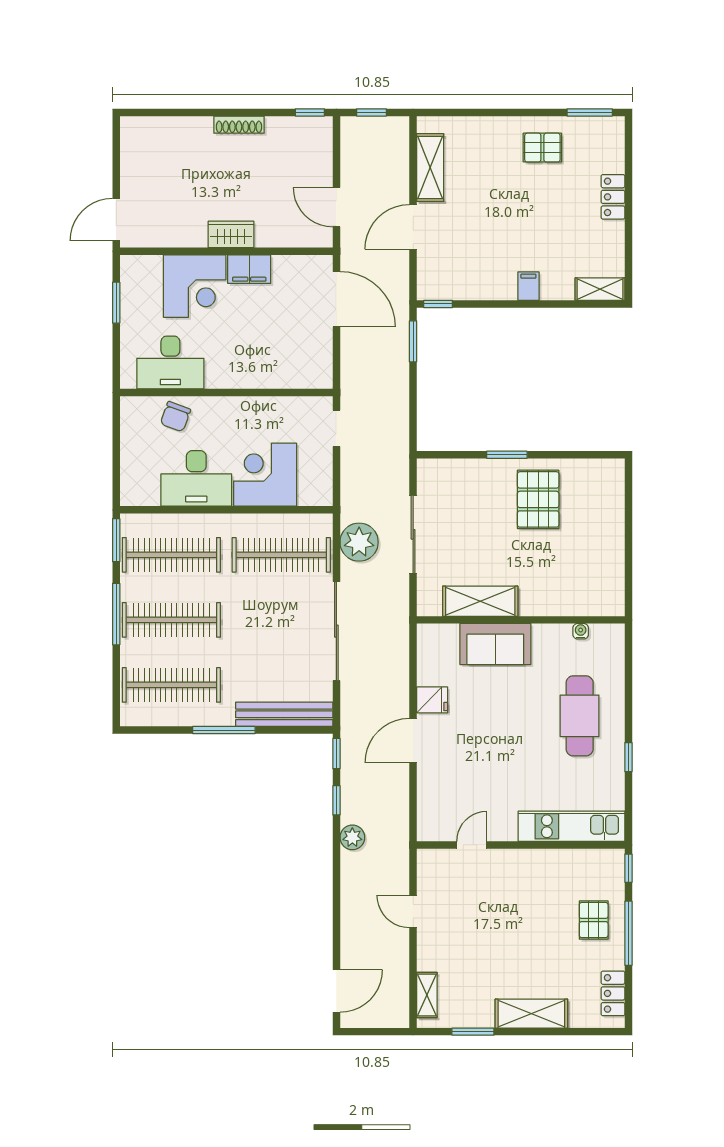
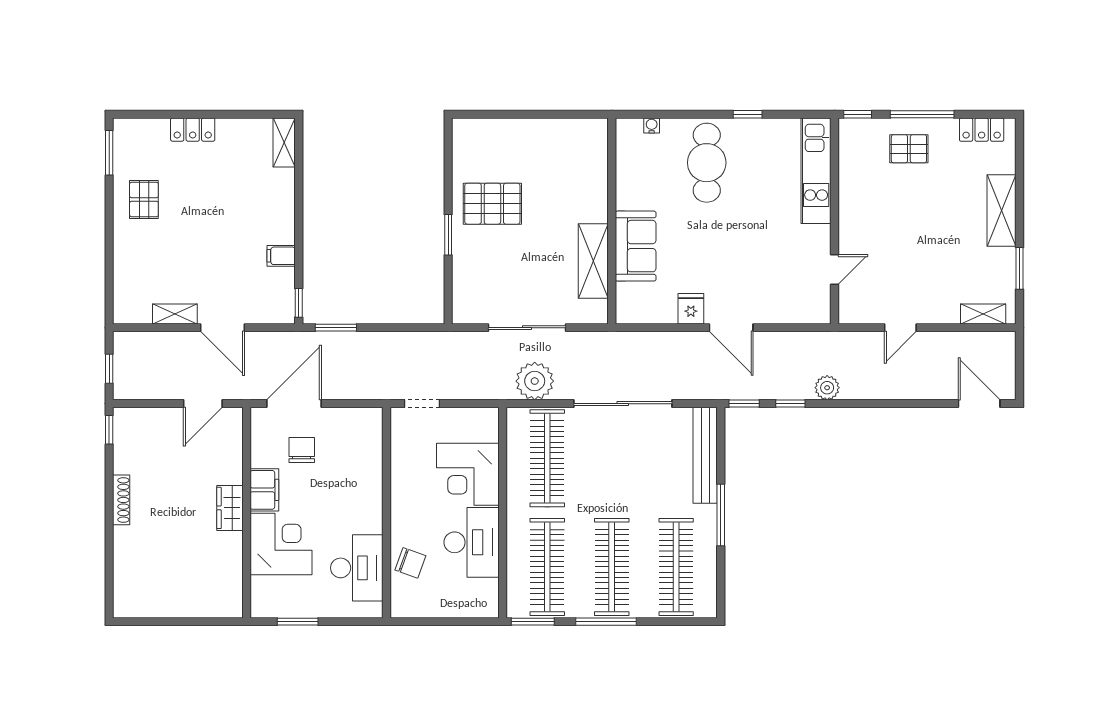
shelving: (430, 168) -> (175, 314), width x0.67, depth x0.75
door: (116, 220) -> (215, 622), removed
filing cabinet: (528, 286) -> (281, 256), moved
chair: (289, 307) -> (302, 450), added
water cooler: (581, 631) -> (652, 126), moved, turned 90
cafe table: (580, 716) -> (707, 163), turned 90
door: (472, 845) -> (835, 269), swing flipped

